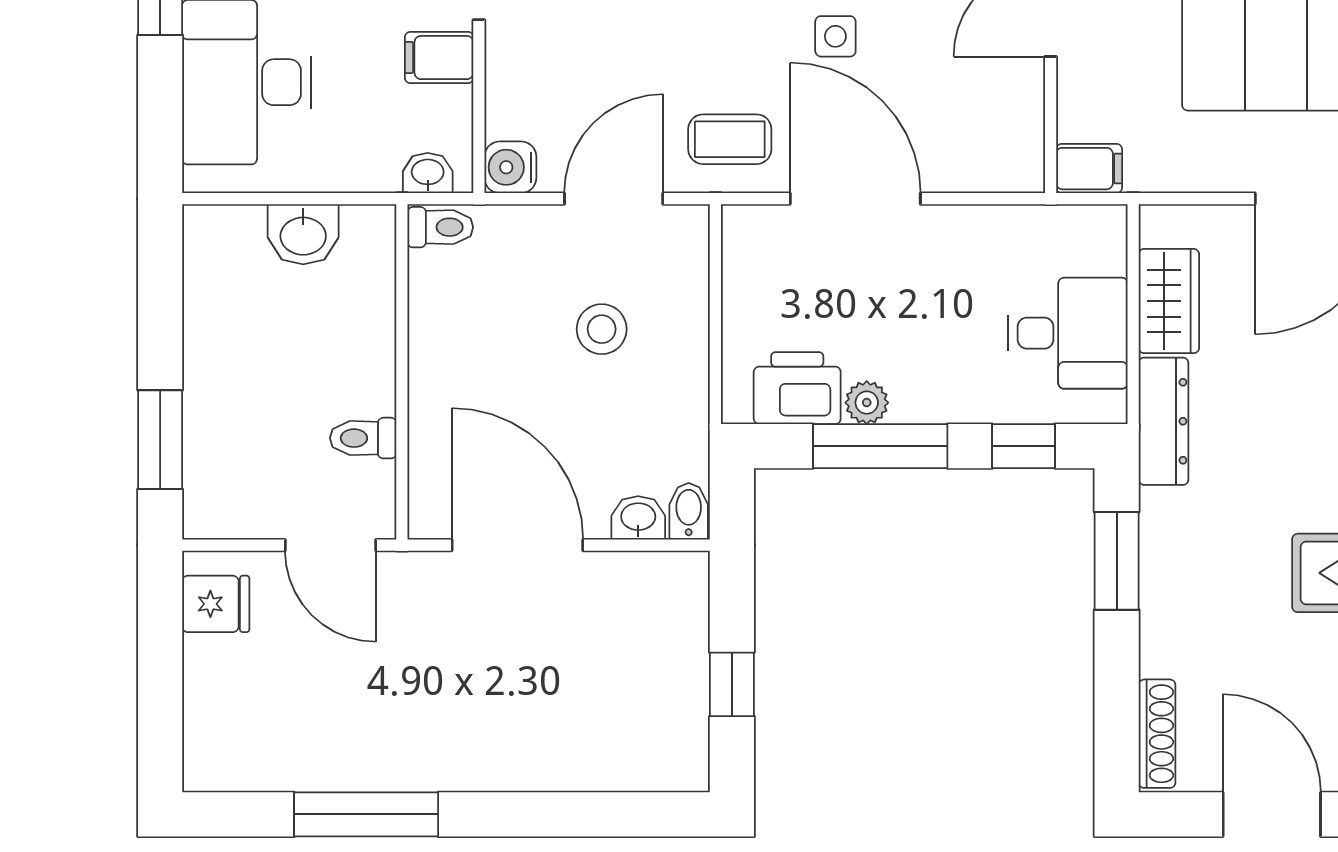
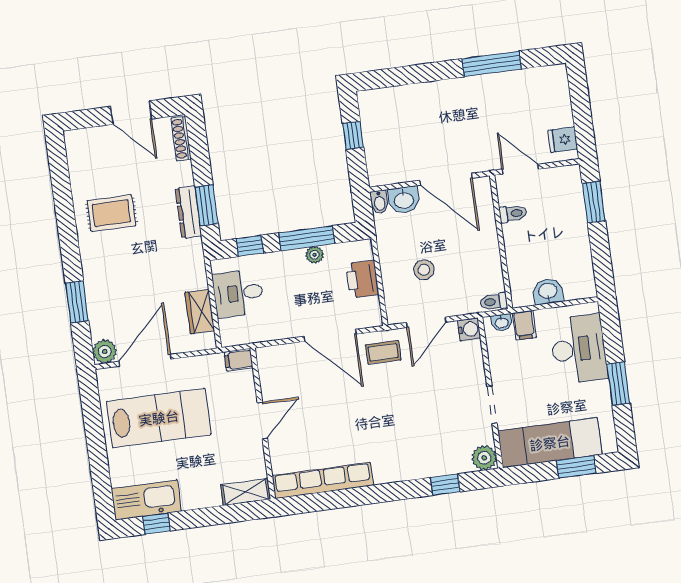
side table: (835, 36) -> (347, 399), removed
filing cabinet: (439, 58) -> (524, 325), moved, turned 90
printer: (797, 388) -> (362, 279), moved, turned 90
dresser: (1164, 421) -> (188, 212), moved
washbasin: (638, 518) -> (404, 200), width x1.38, depth x1.45

